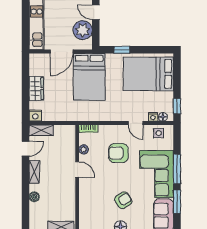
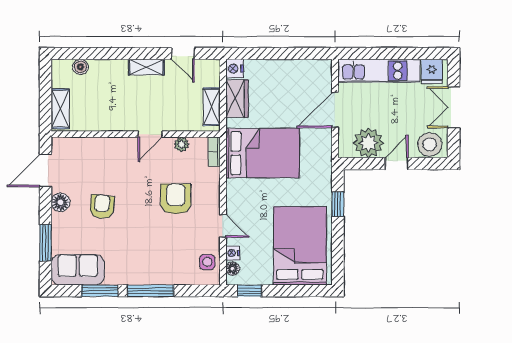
door: (62, 52) -> (335, 110), hinge flipped
bed: (89, 77) -> (263, 153), moved, turned 180
wardrobe: (36, 89) -> (237, 99), moved, turned -90
door: (136, 123) -> (223, 226), swing flipped
shelving: (41, 130) -> (212, 107), moved
corner sofa: (156, 174) -> (143, 259), removed
boiler: (34, 197) -> (80, 67), moved
armchair: (123, 200) -> (102, 207), turned -140

